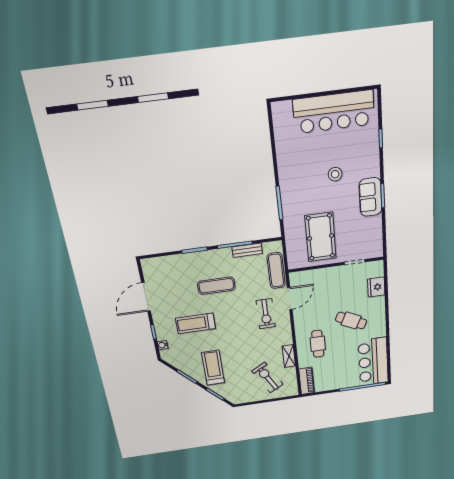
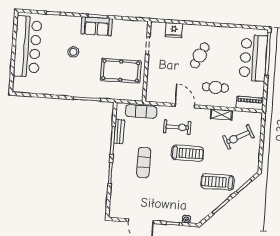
door: (290, 299) -> (185, 106), moved
treadmill: (195, 323) -> (188, 153), moved, turned -90
bar counter: (373, 362) -> (253, 58), moved, turned 90

